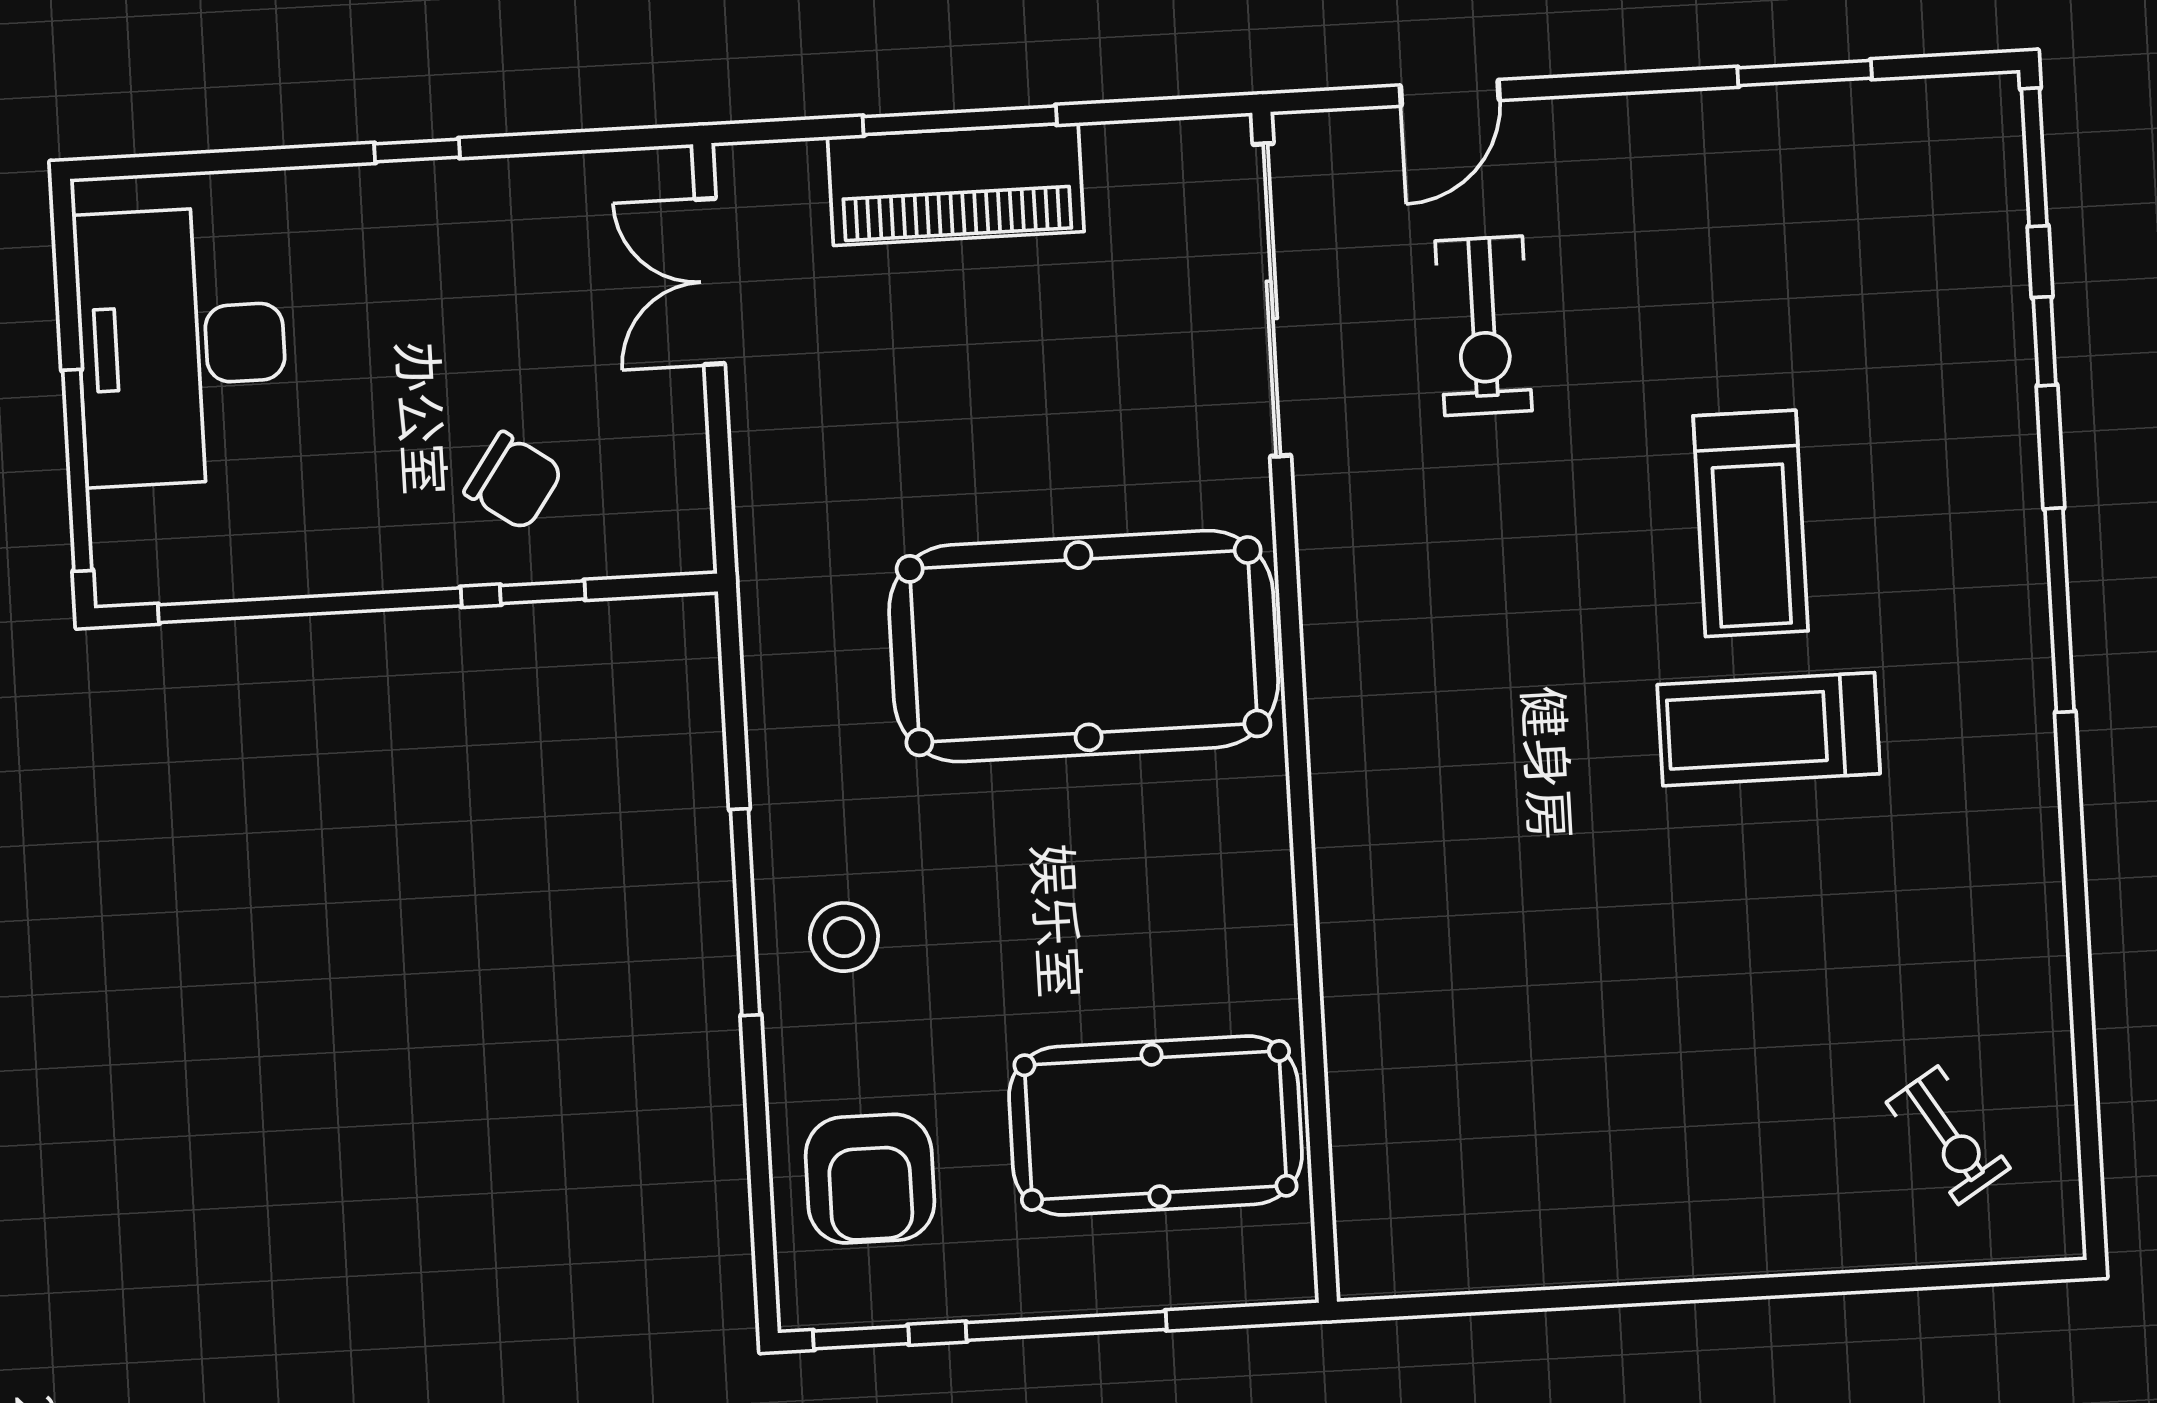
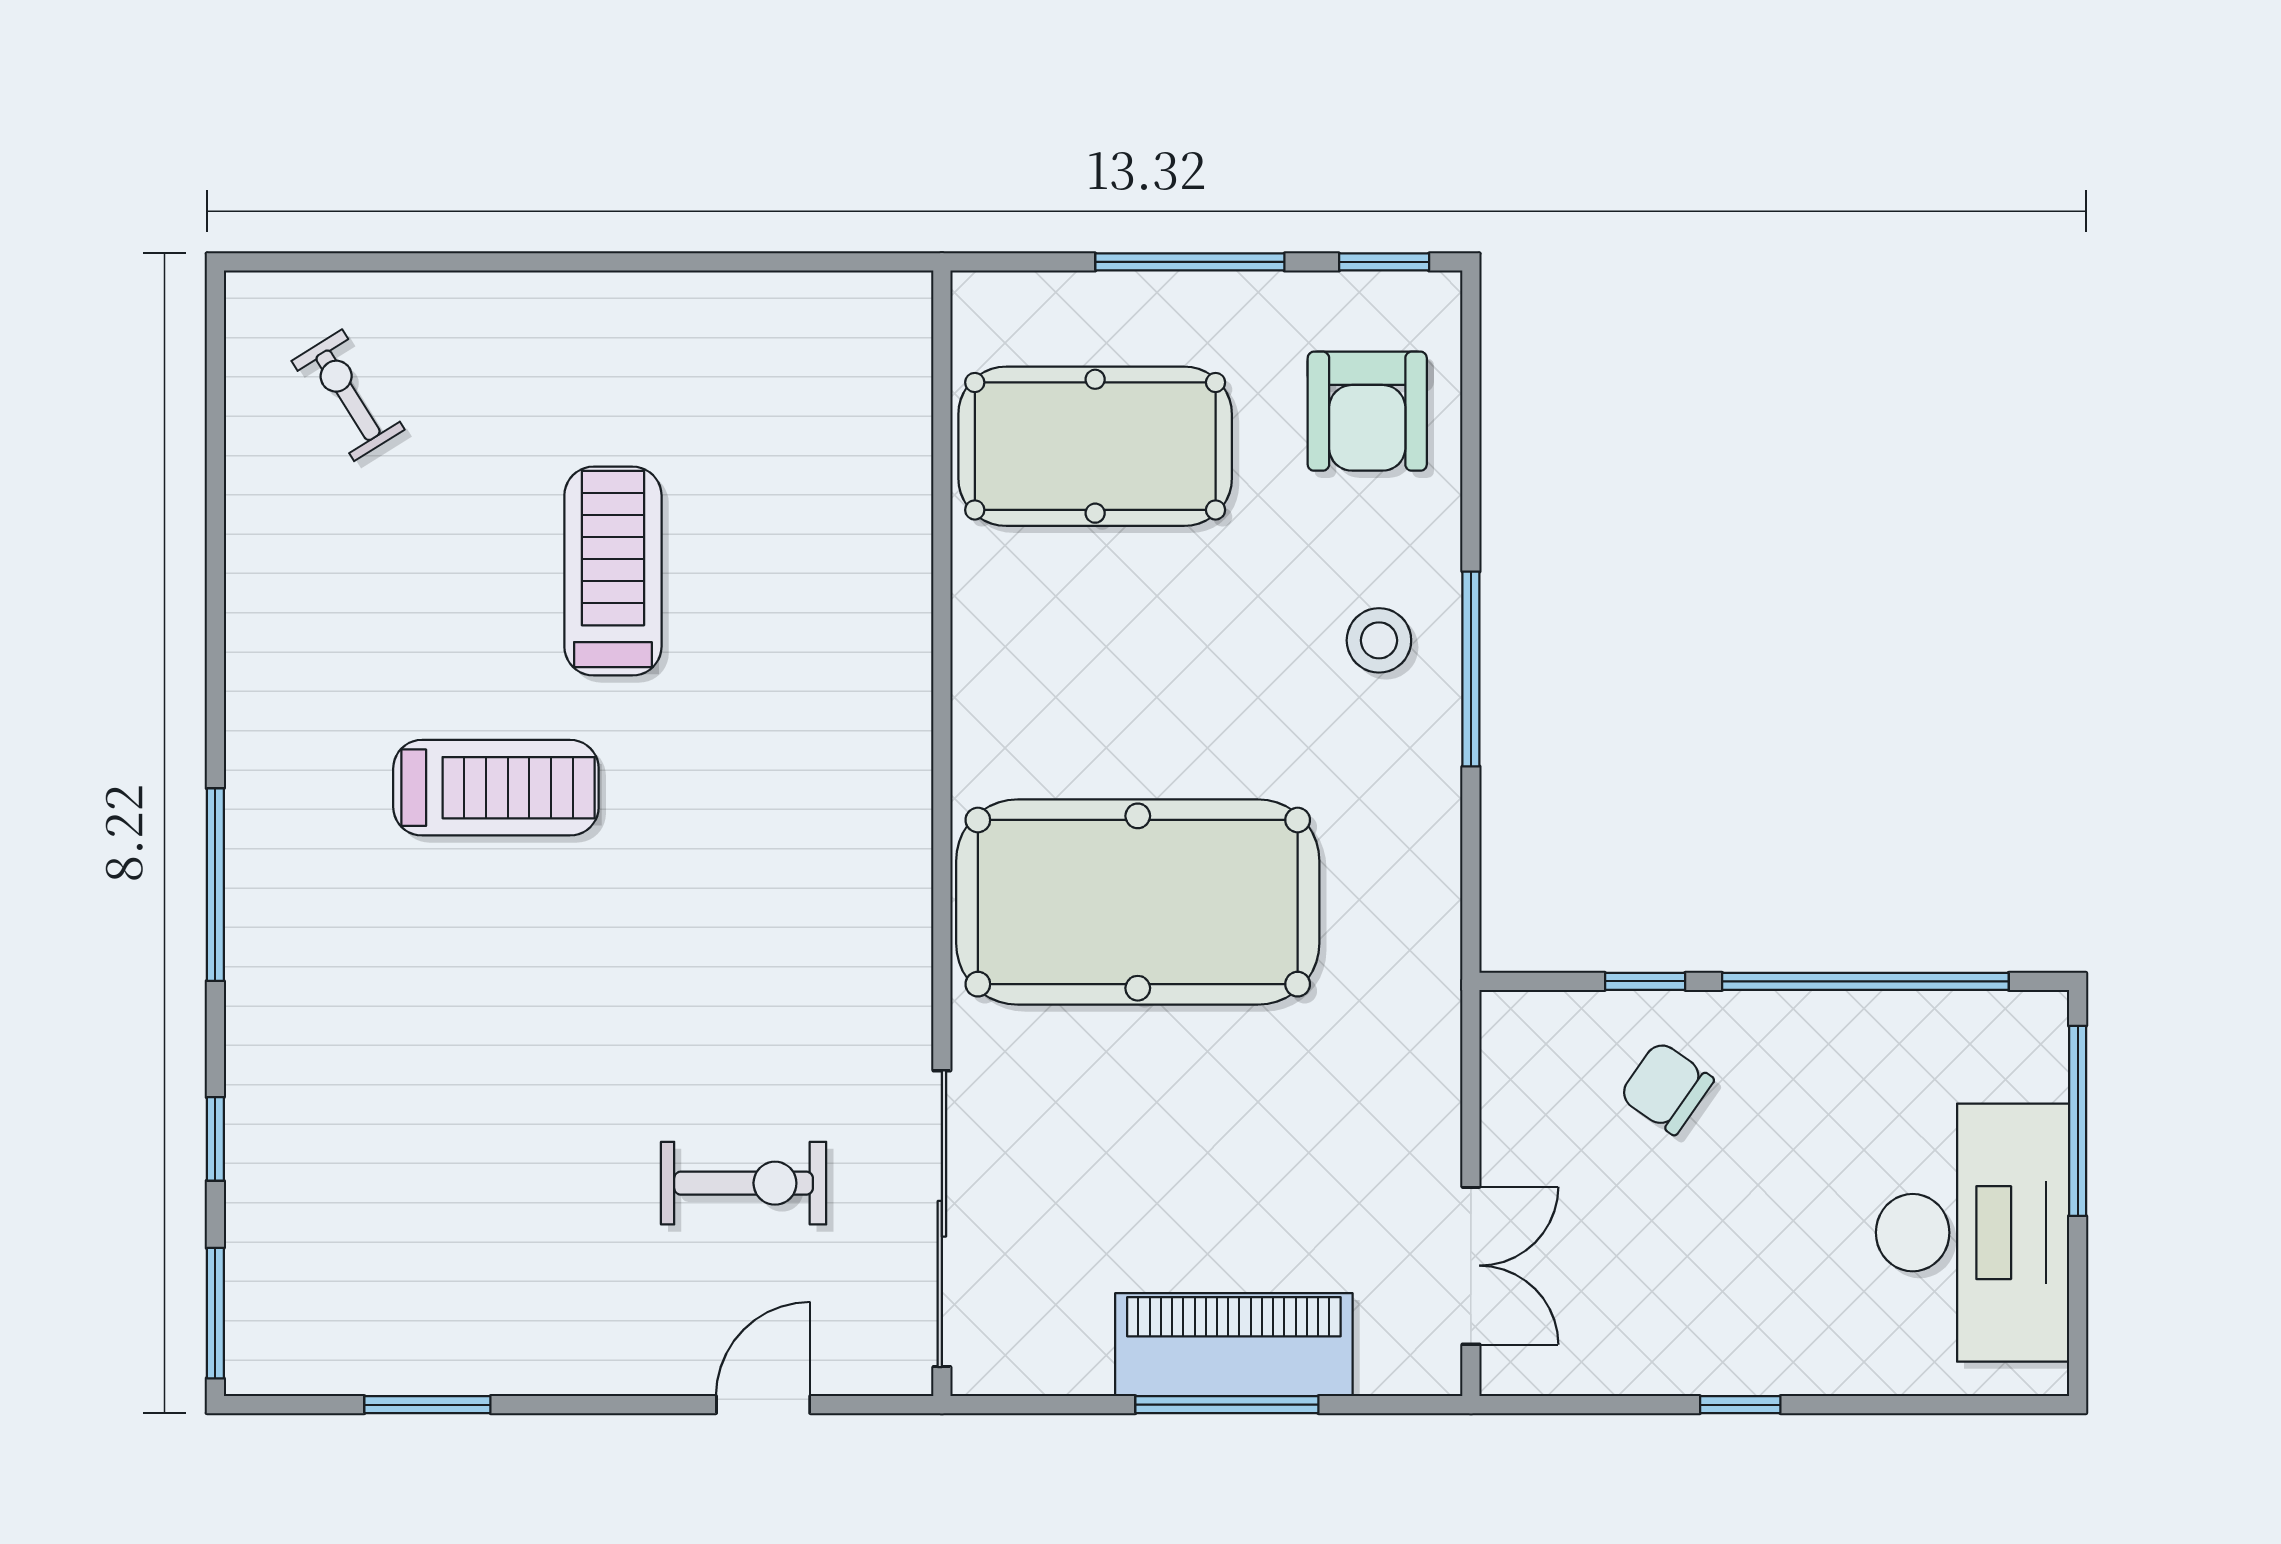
exercise bike: (1484, 326) -> (744, 1183), turned 90
treadmill: (1751, 523) -> (613, 571), moved
armchair: (870, 1179) -> (1367, 411), turned 180

